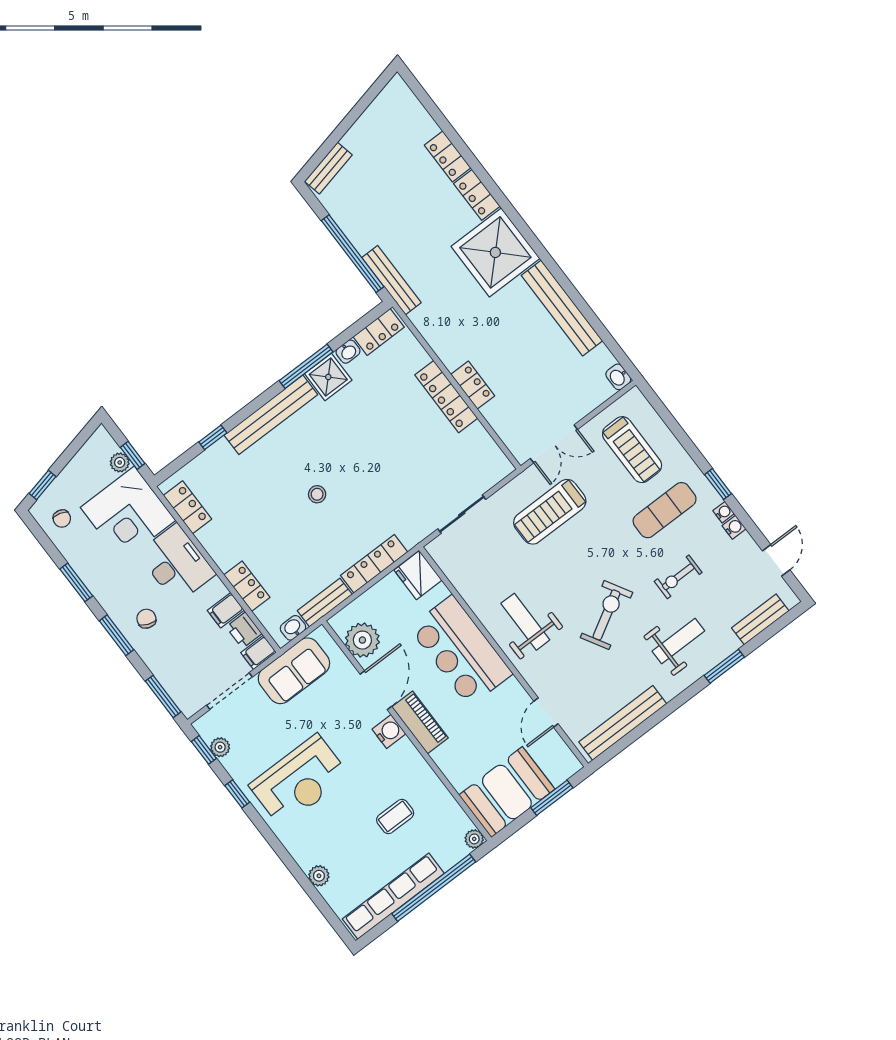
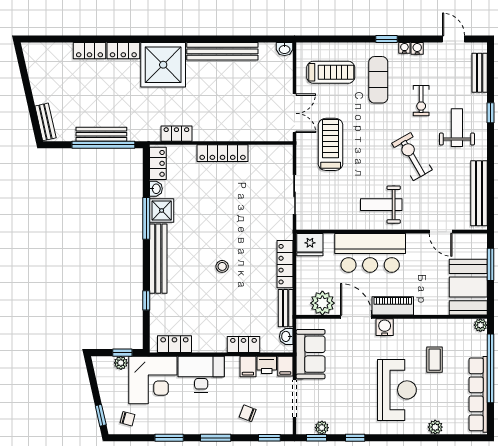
bench: (391, 280) -> (101, 134), moved
locker: (473, 385) -> (176, 134), moved
treadmill: (550, 512) -> (331, 144), turned 180
chair: (146, 619) -> (248, 413), moved
window: (724, 666) -> (491, 113), width x0.67
window: (163, 696) -> (269, 438), width x0.67
reception desk: (299, 781) -> (397, 390), moved

